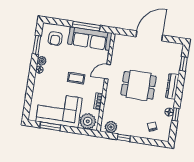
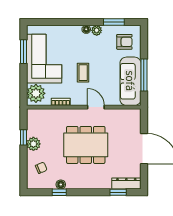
armchair: (55, 39) -> (124, 42), turned 180
dining table: (139, 85) -> (86, 145), width x1.37
dresser: (172, 86) -> (126, 184), moved
plant: (111, 127) -> (33, 144), moved

